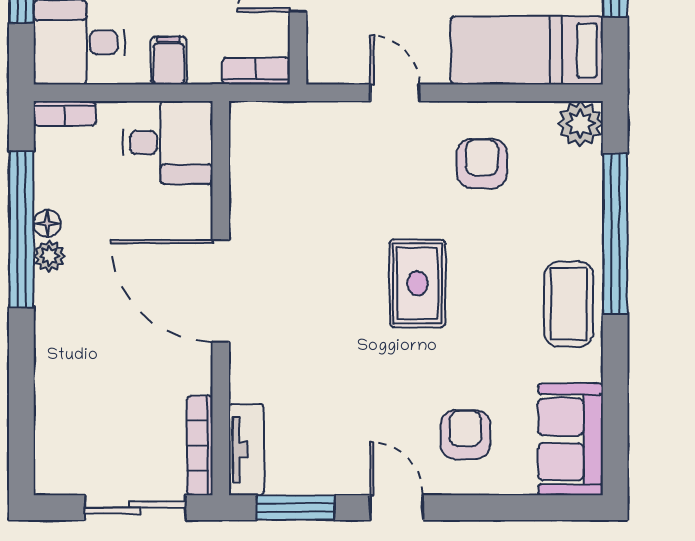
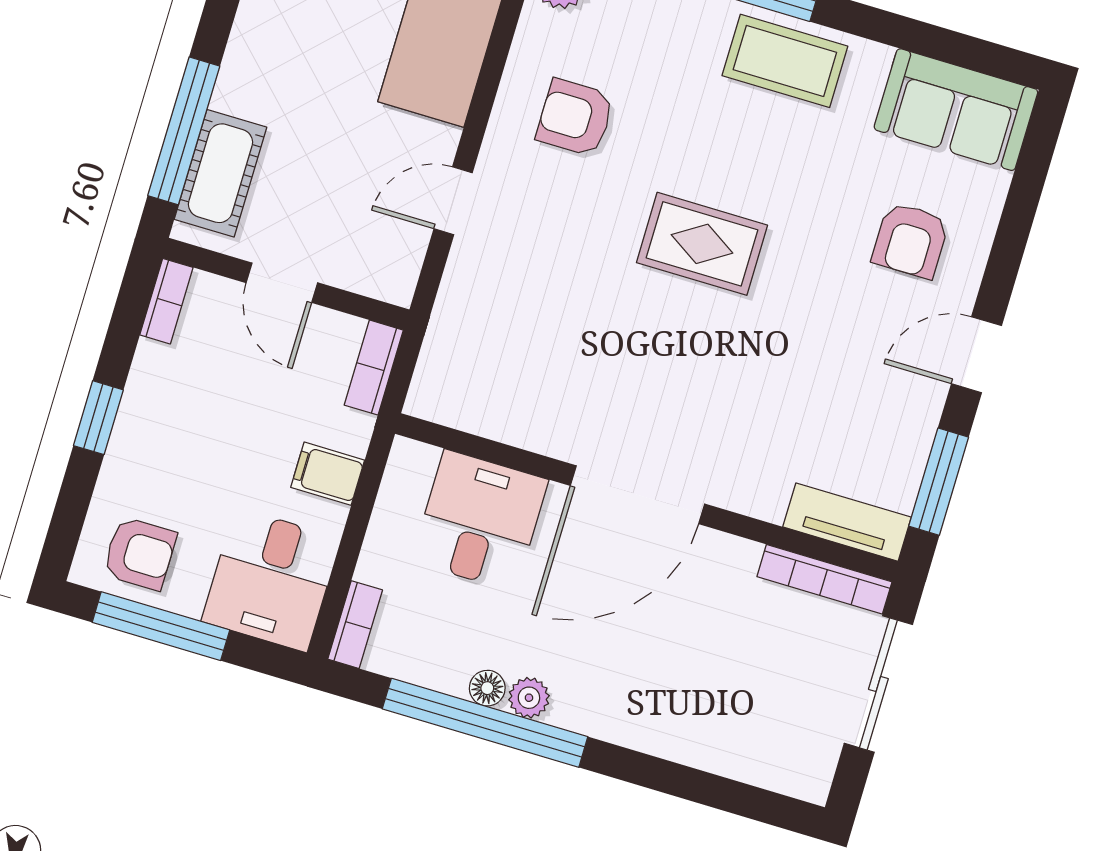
desk: (168, 143) -> (480, 521), moved
armchair: (465, 435) -> (910, 240), turned -90

